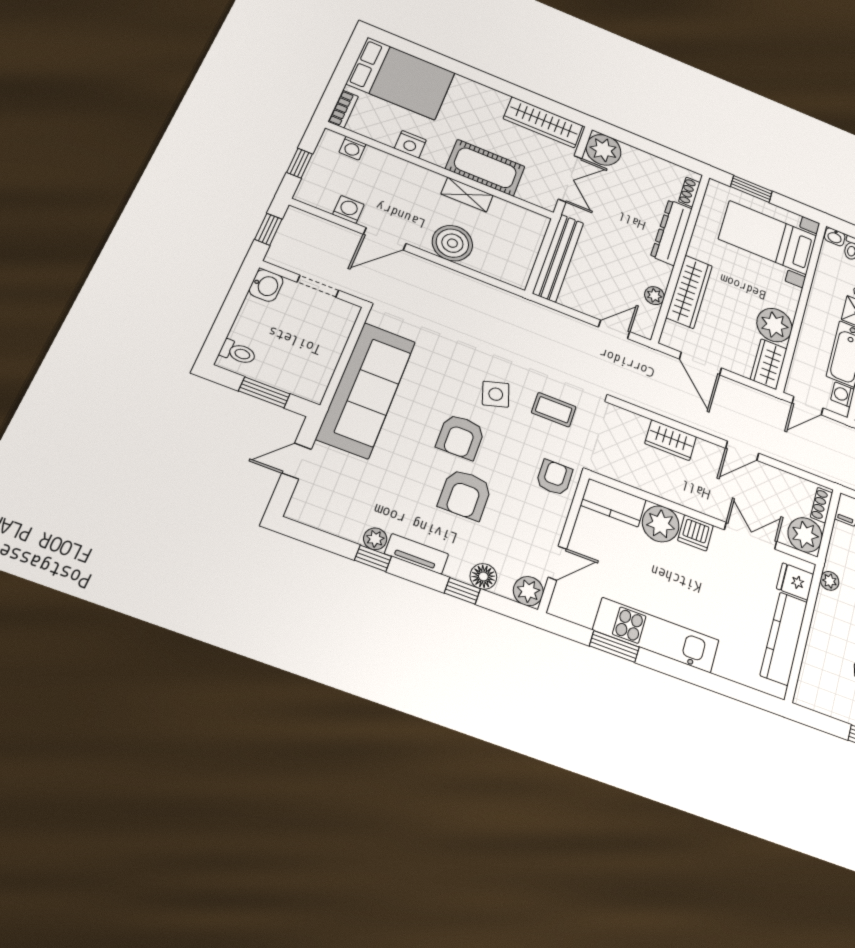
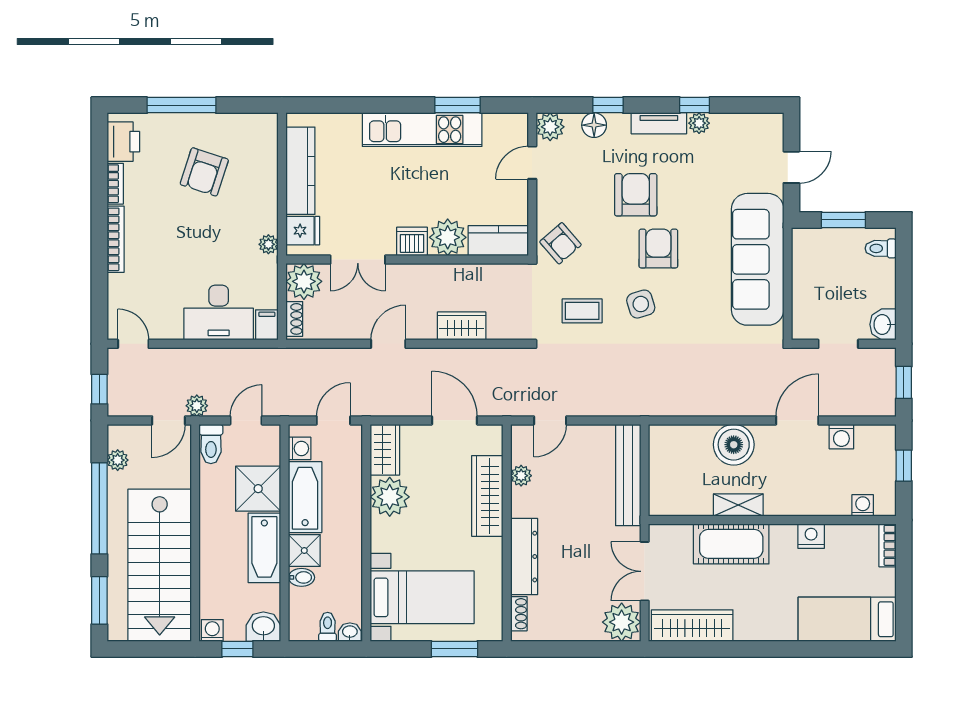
bed: (401, 78) -> (847, 619), width x0.67
armchair: (554, 478) -> (561, 243), turned -41

